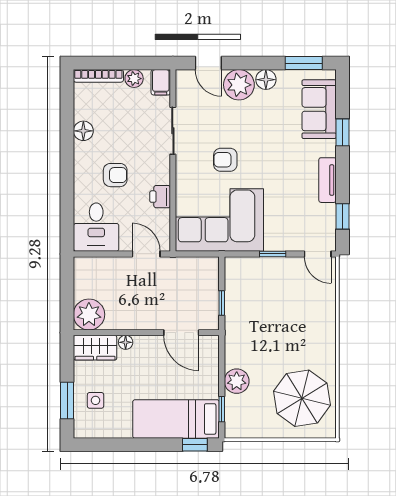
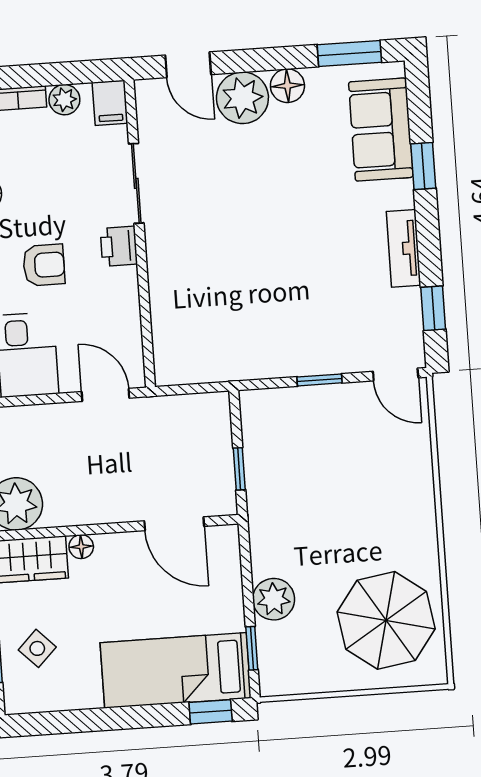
armchair: (225, 160) -> (228, 226), removed
printer: (160, 197) -> (119, 246), moved
corner sofa: (219, 220) -> (226, 329), removed
side table: (96, 400) -> (37, 648), turned 45

